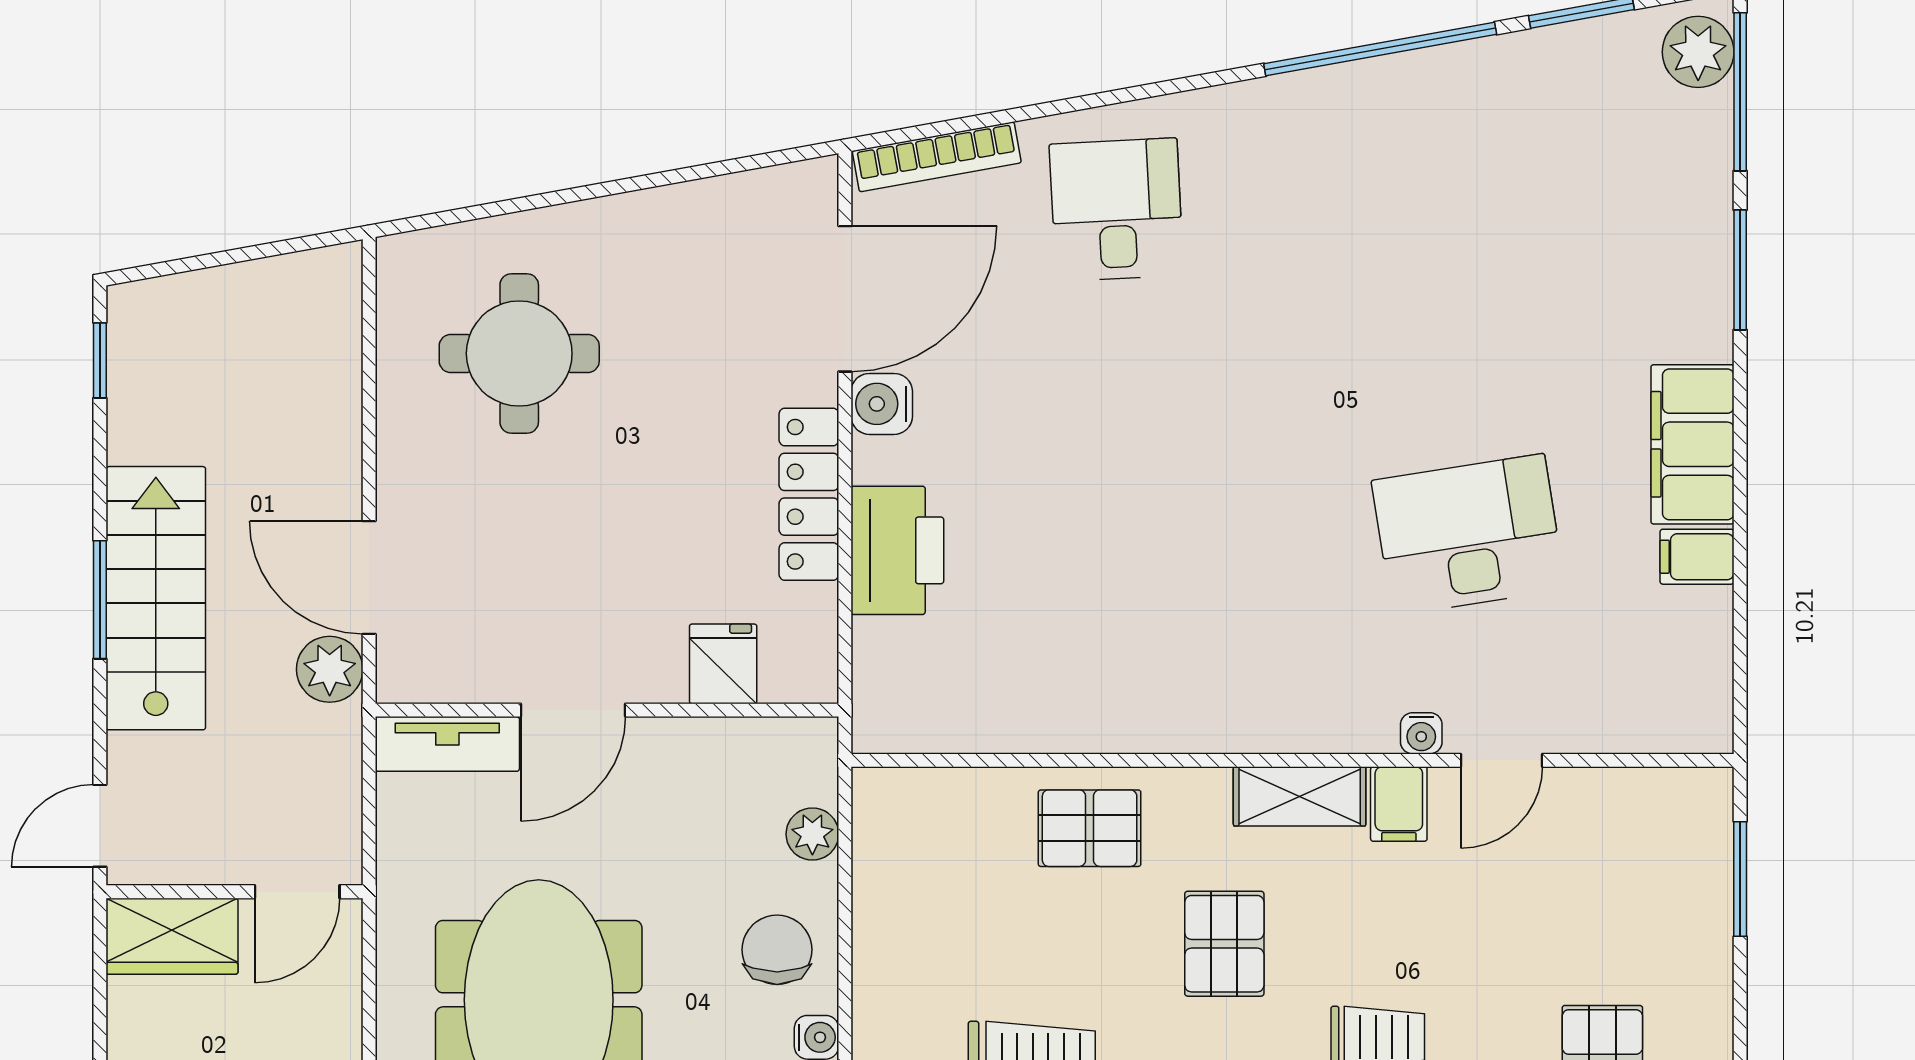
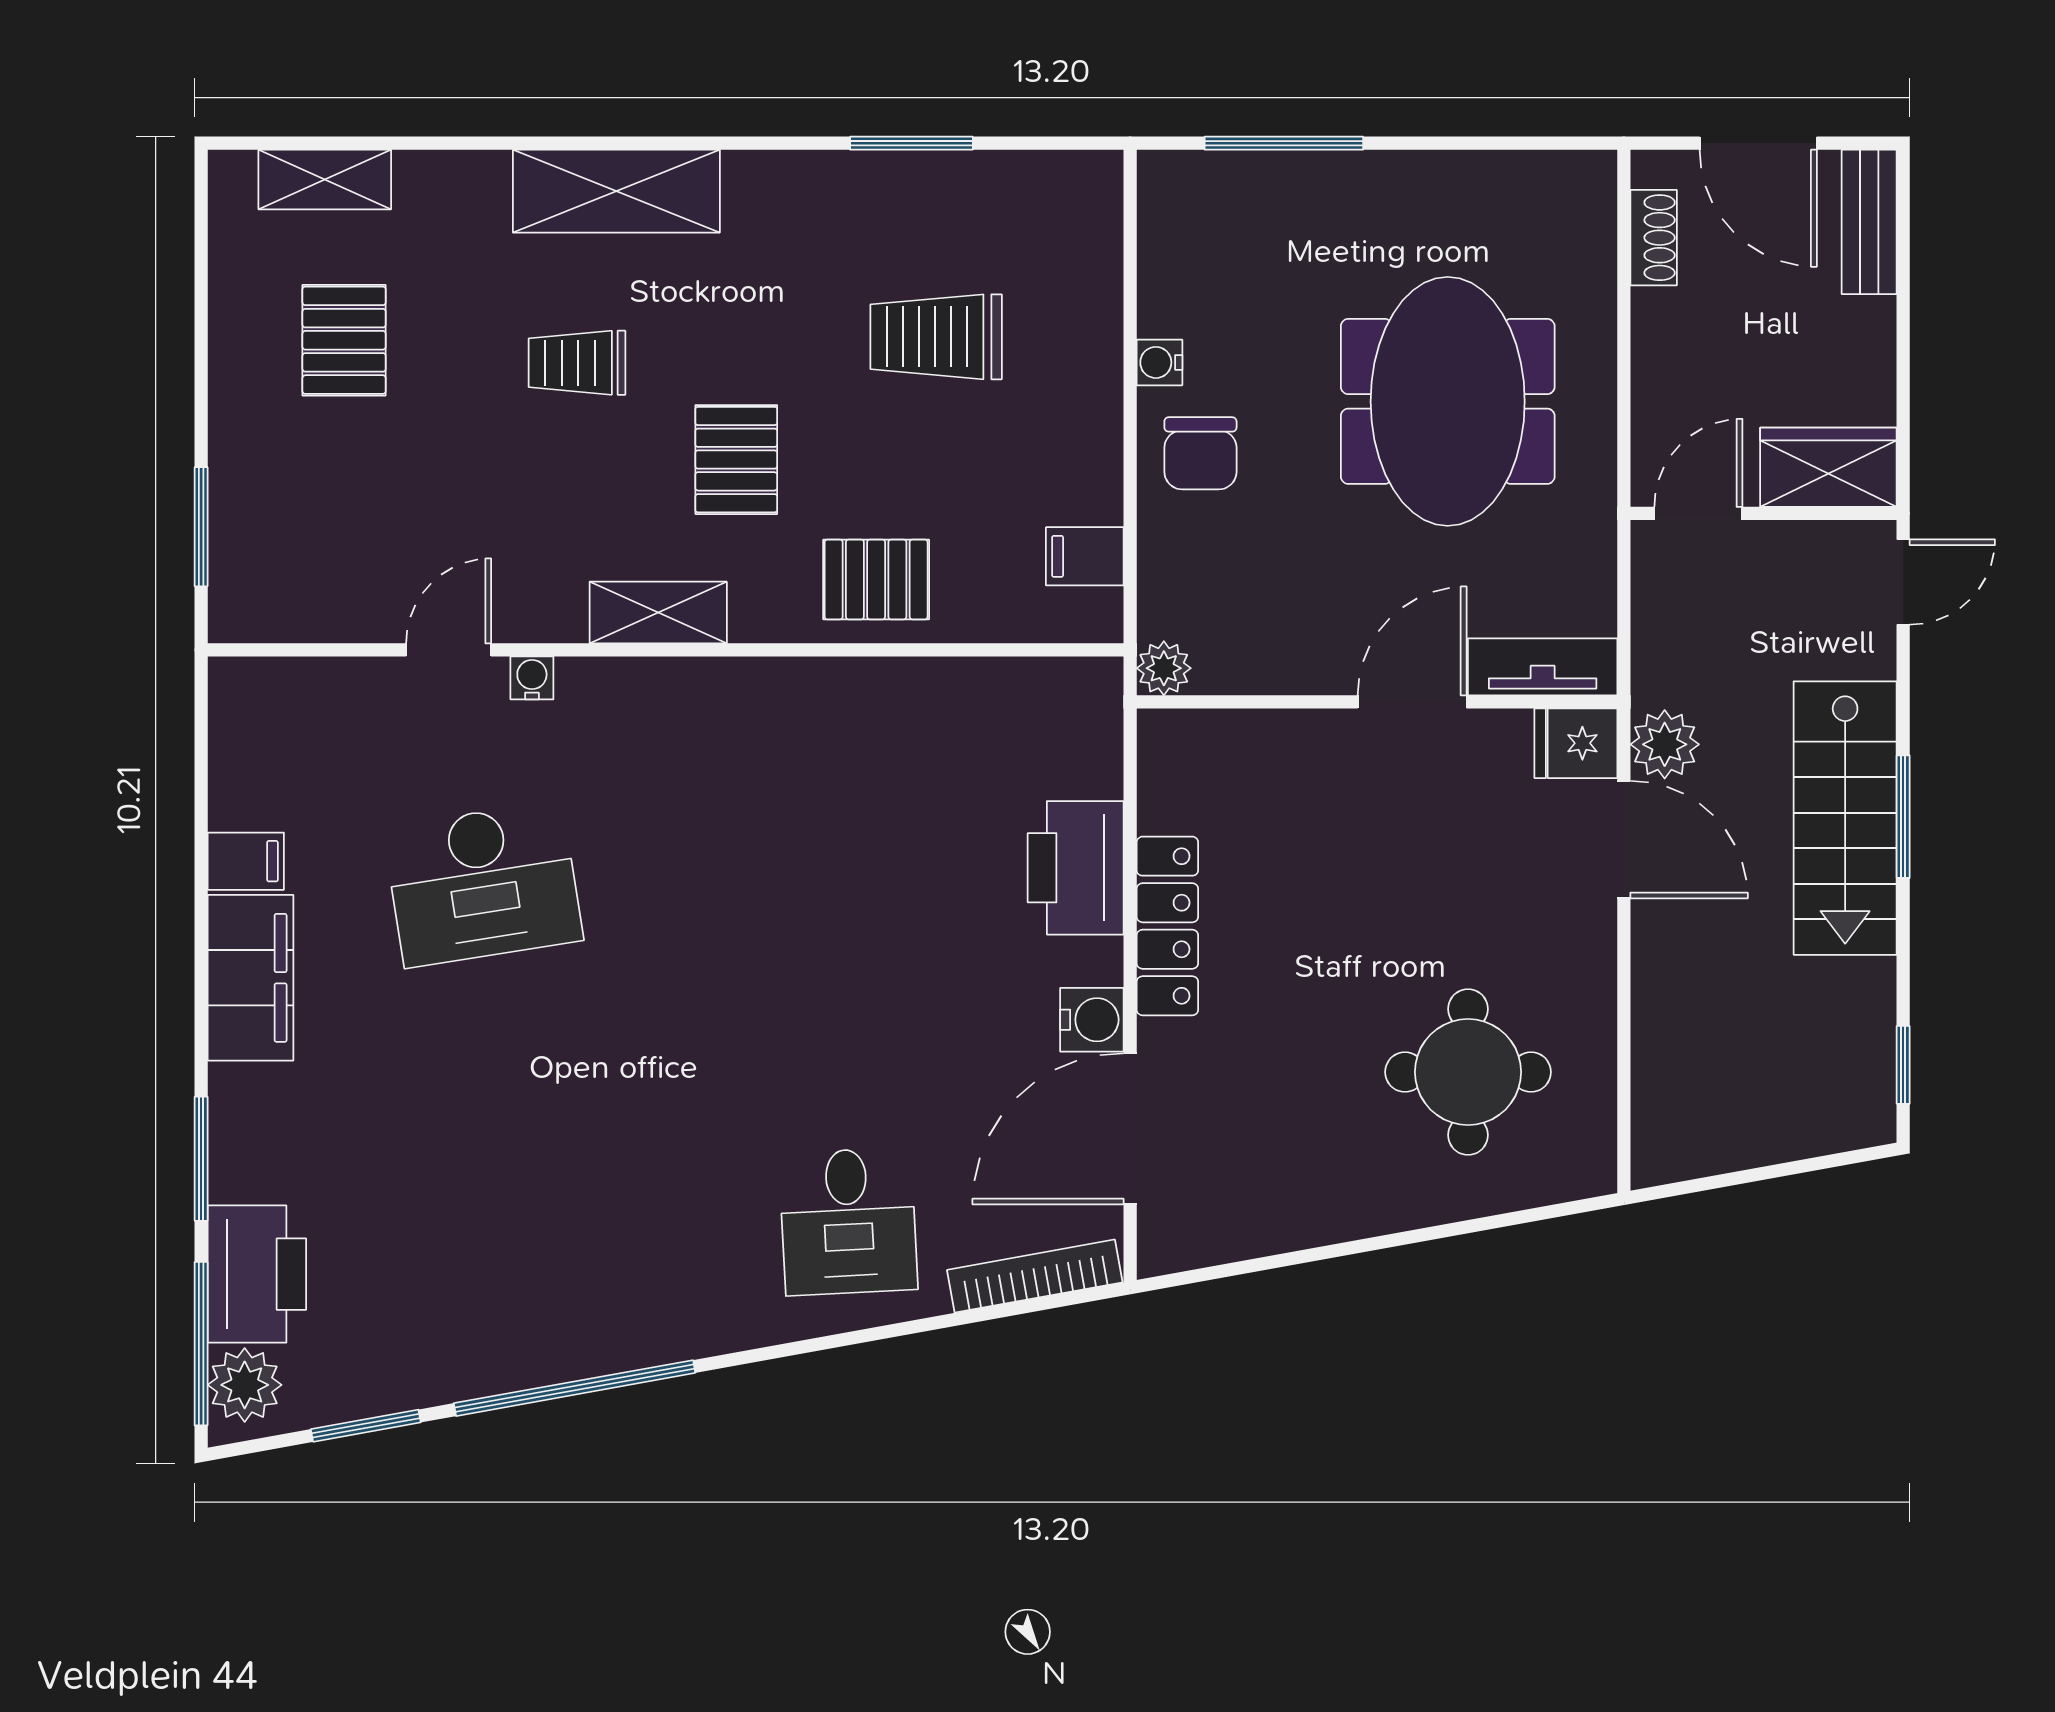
printer: (1686, 159) -> (257, 1274), added
fridge: (723, 664) -> (1576, 743), moved, turned 90
filing cabinet: (1399, 804) -> (1085, 556), moved, turned -90
plant: (812, 834) -> (1164, 668), moved

